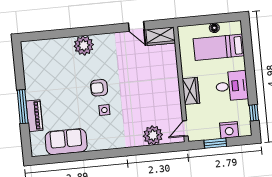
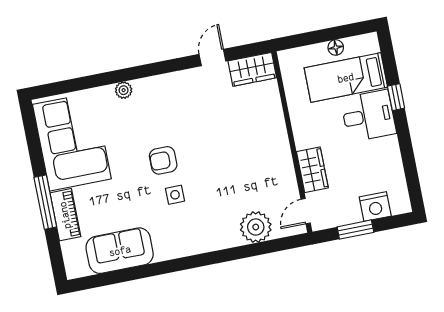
door: (136, 26) -> (212, 58), swing flipped
plant: (84, 45) -> (124, 90), width x0.53, depth x0.53
corner sofa: (43, 70) -> (72, 142), added
desk: (232, 86) -> (368, 116), moved
wardrobe: (191, 91) -> (312, 170), moved
window: (254, 113) -> (396, 97), moved

